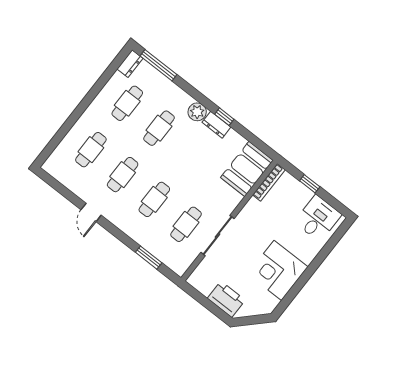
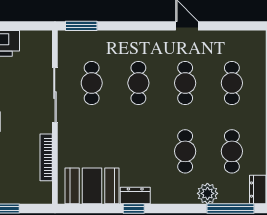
plant: (197, 112) -> (207, 193), moved
booth: (247, 169) -> (92, 186), moved, turned 90
bookcase: (269, 182) -> (46, 157), moved
window: (149, 258) -> (81, 26), moved

